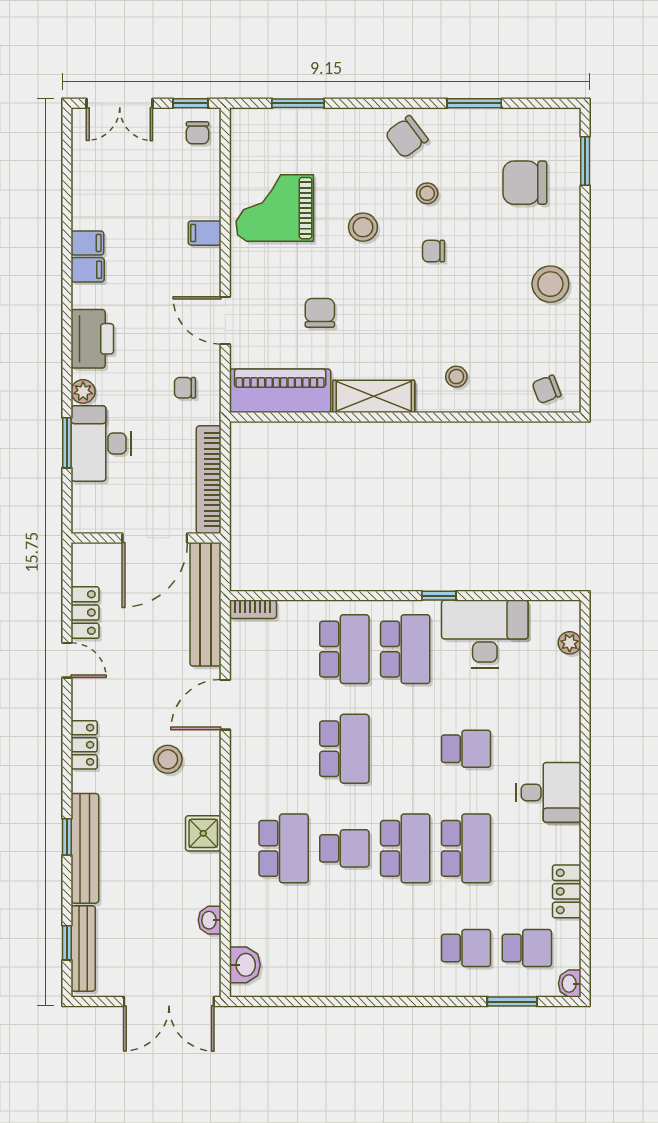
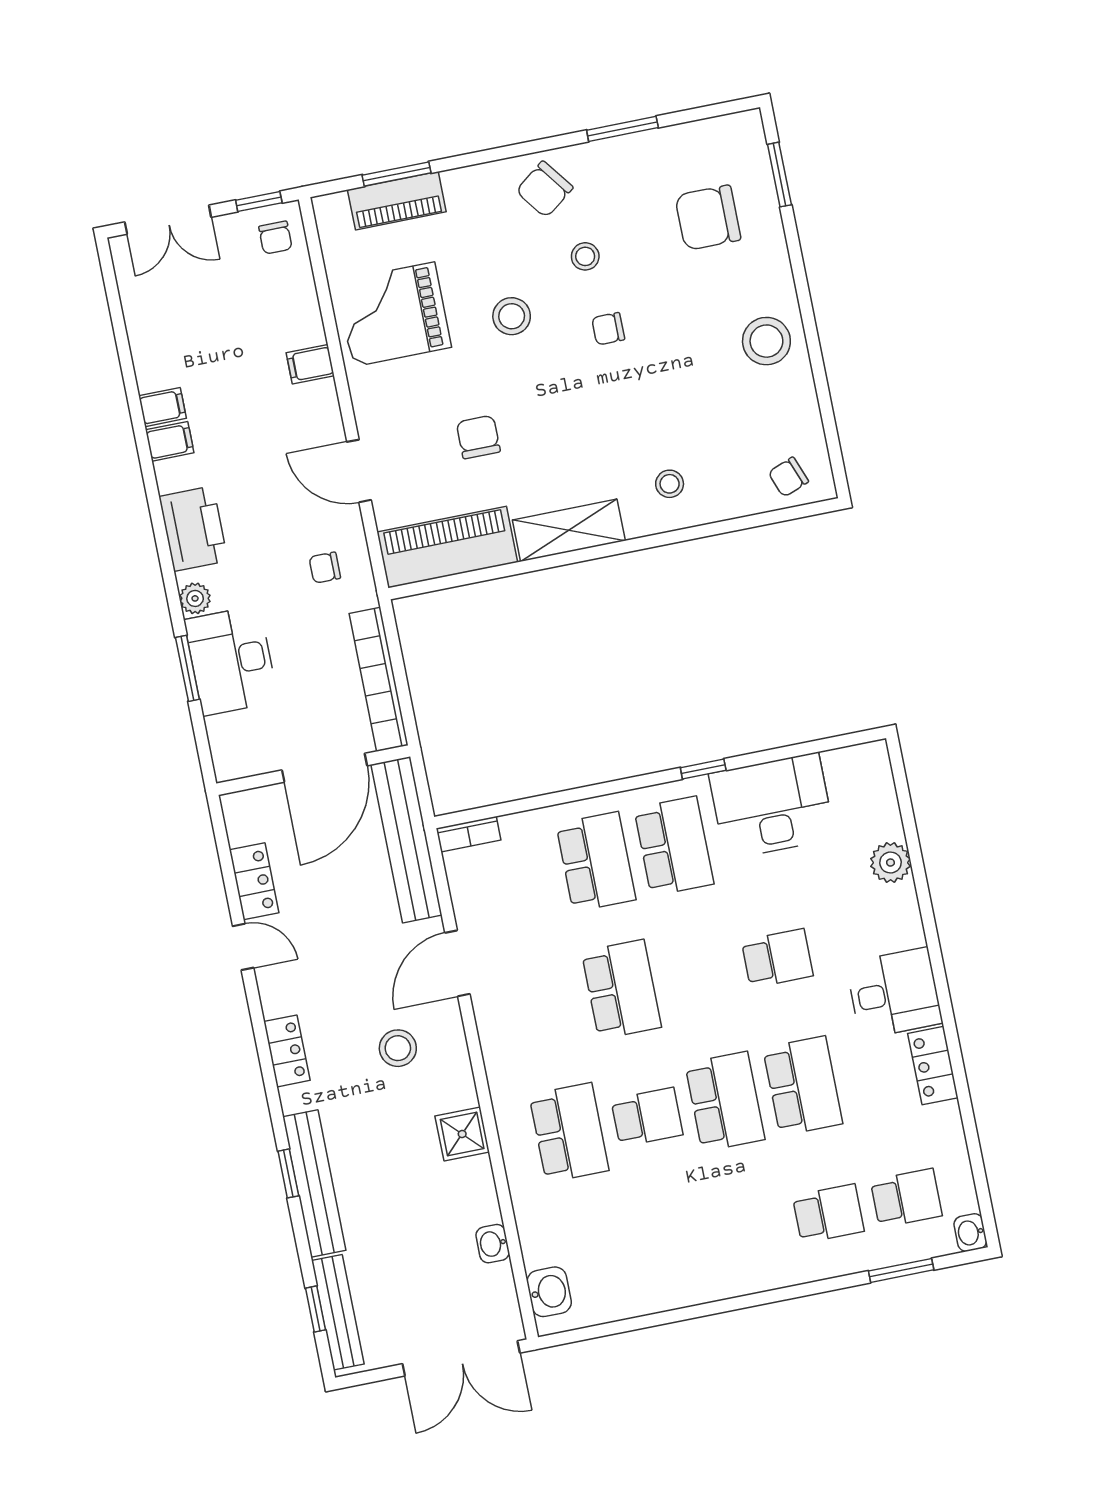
piano: (294, 123) -> (397, 201), added
plant: (570, 643) -> (891, 863), moved, width x1.38, depth x1.38
locker: (567, 891) -> (933, 1066), moved

